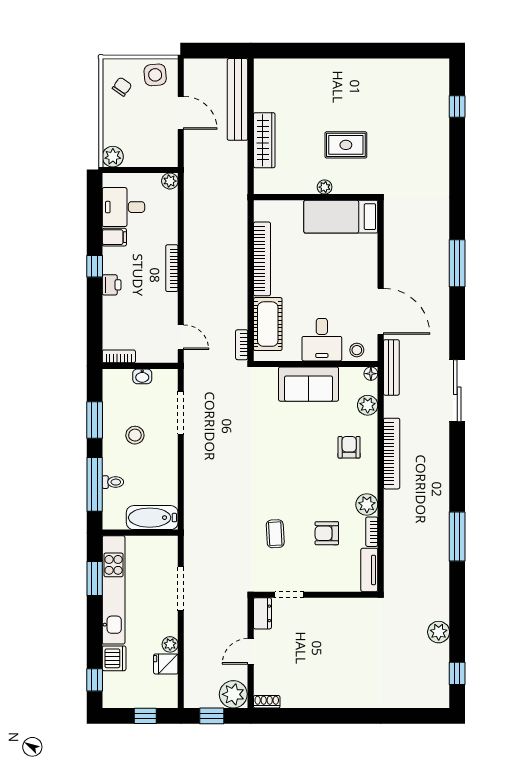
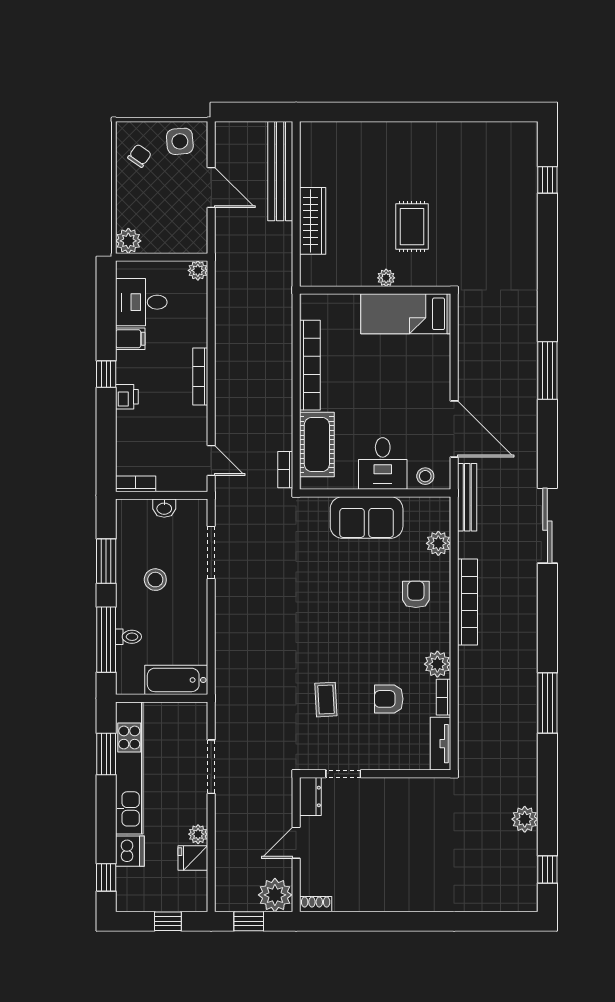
rug: (346, 145) -> (412, 227), turned 90
floor lamp: (371, 374) -> (442, 505), removed

